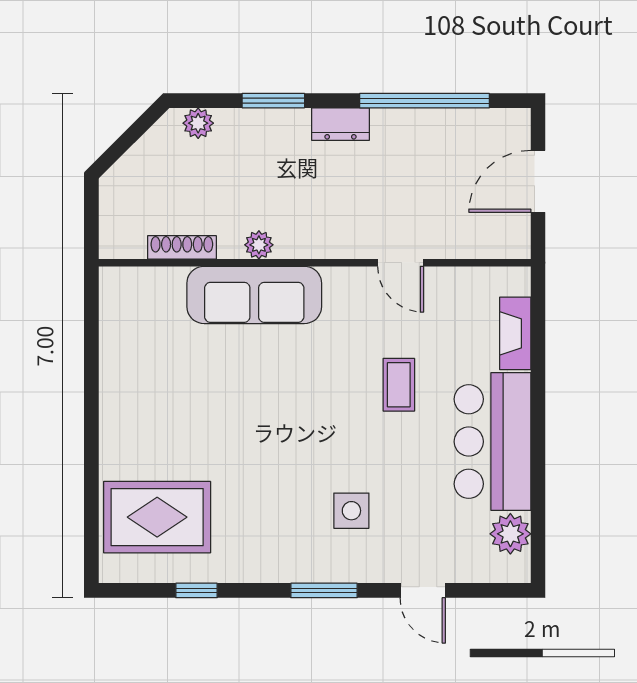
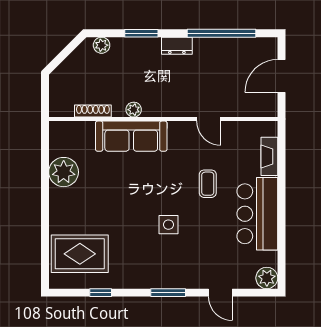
plant: (126, 363) -> (64, 172), added
side table: (351, 511) -> (168, 225), moved
plant: (510, 534) -> (267, 278), moved

